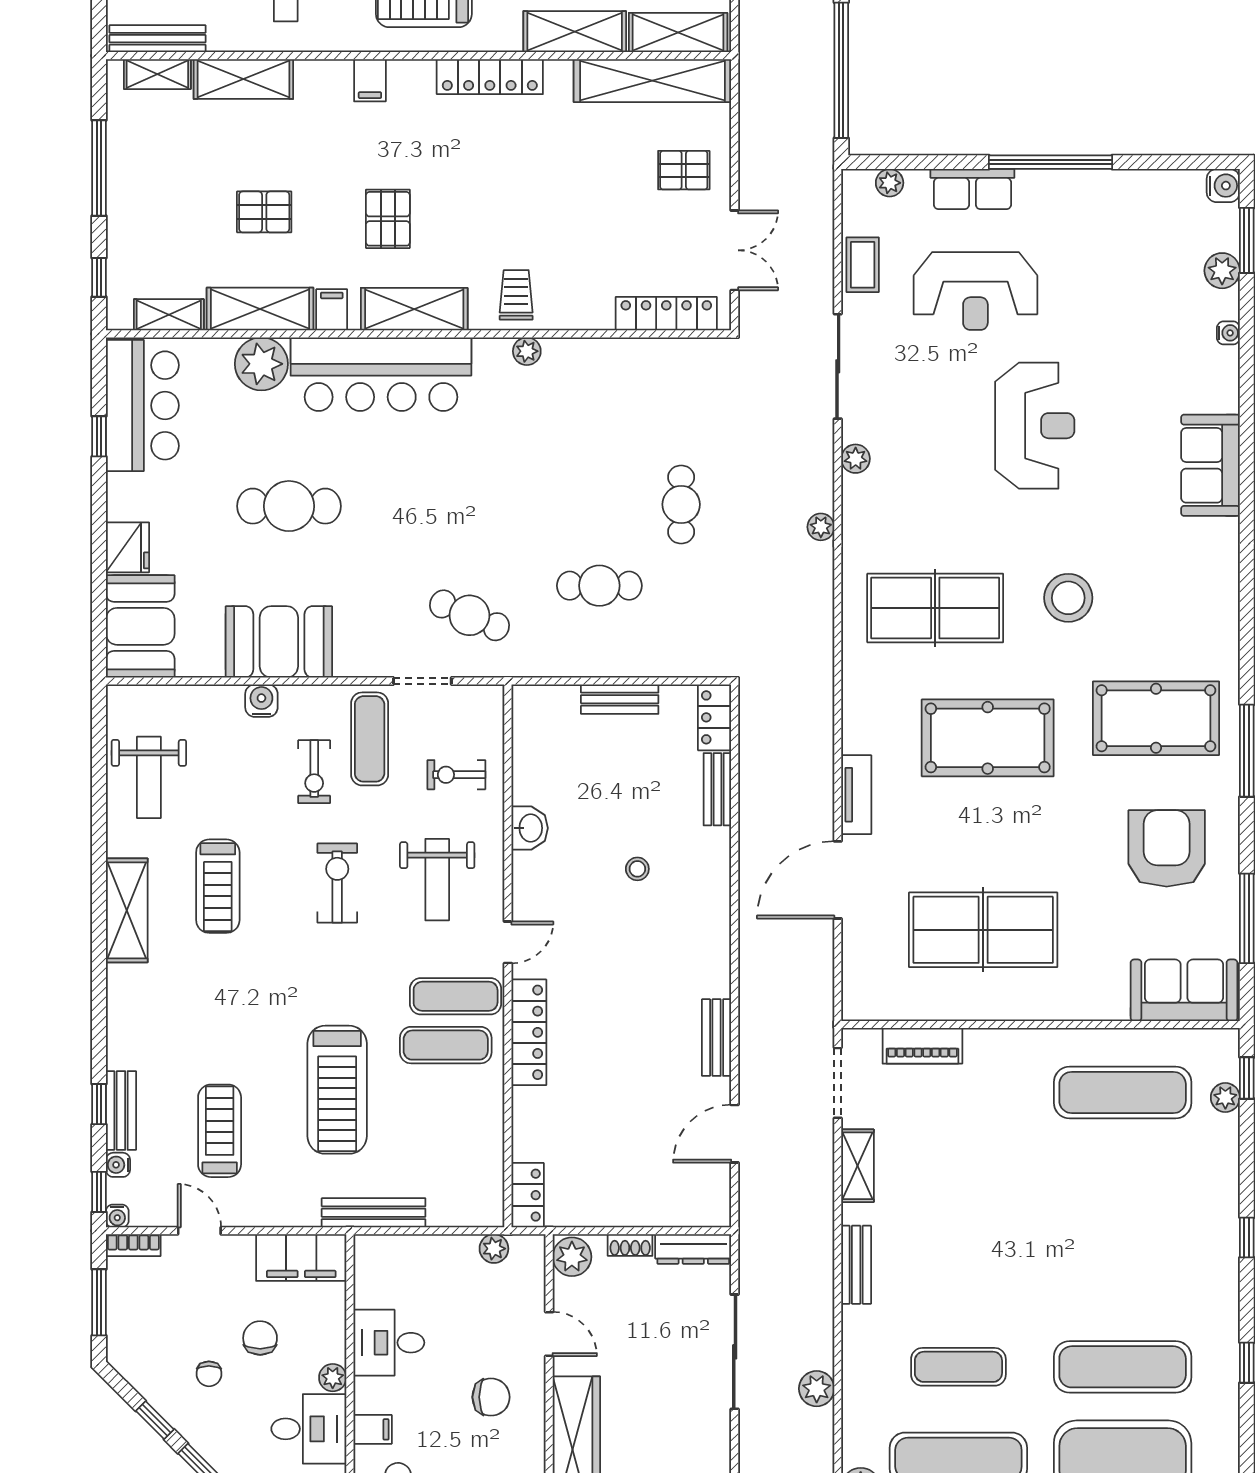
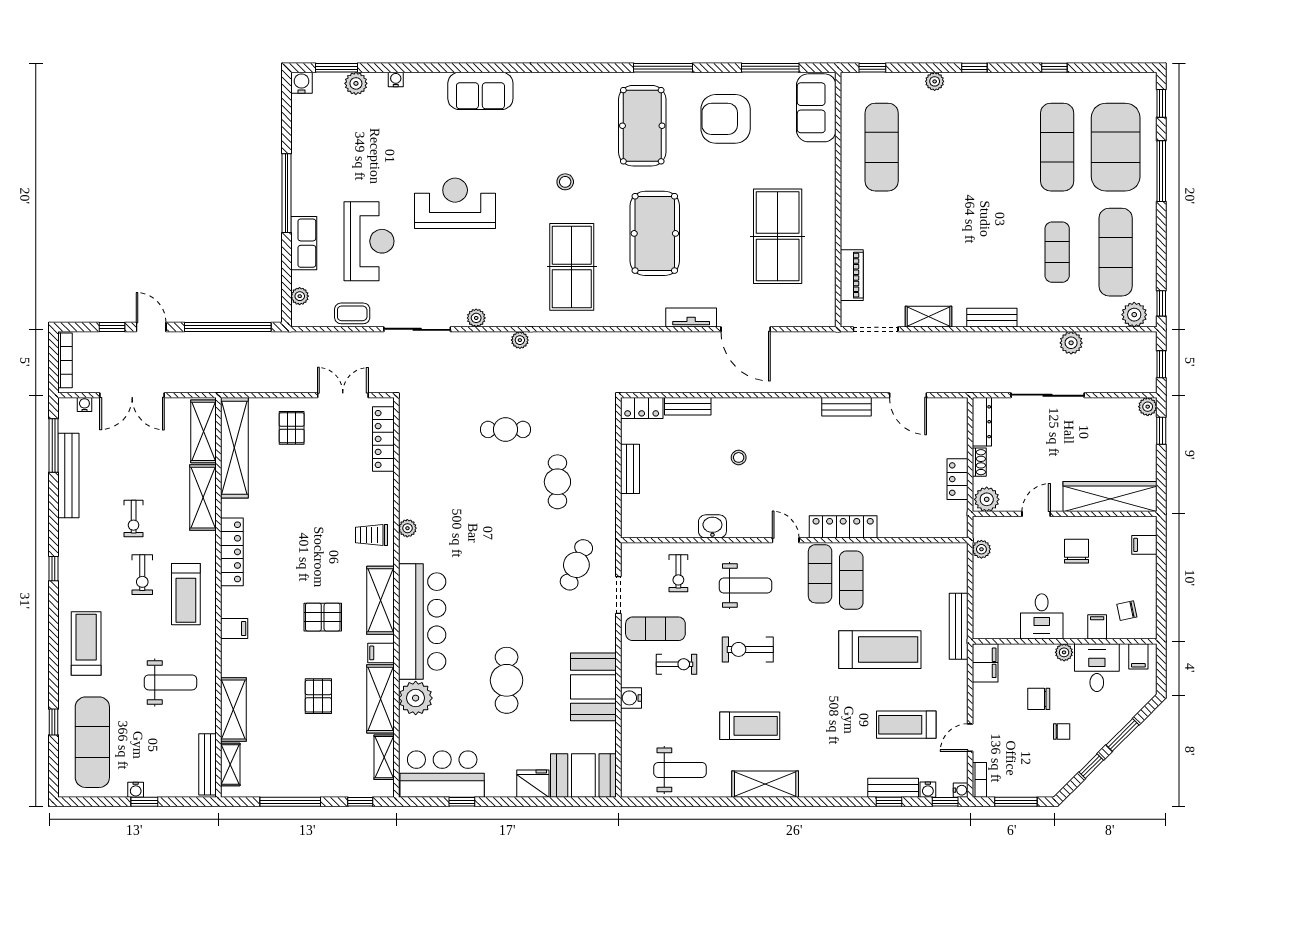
stool: (1068, 598) -> (565, 182), width x0.53, depth x0.53
plant: (1225, 1097) -> (935, 81), moved
locker: (528, 1195) -> (957, 479), moved, turned -90
filing cabinet: (301, 1258) -> (985, 663), width x0.67, depth x0.86

